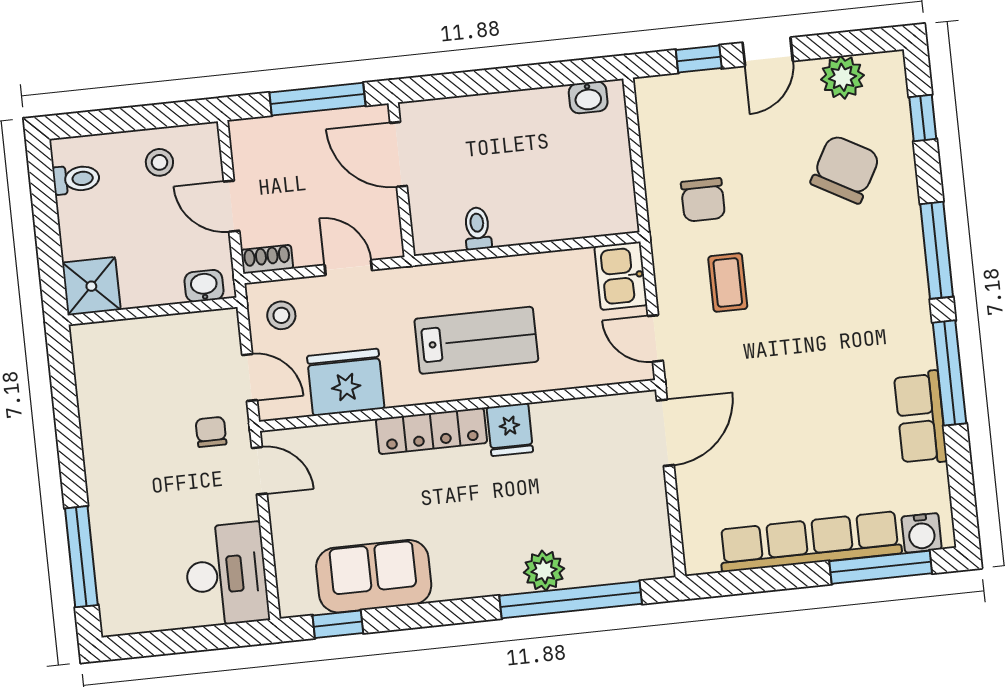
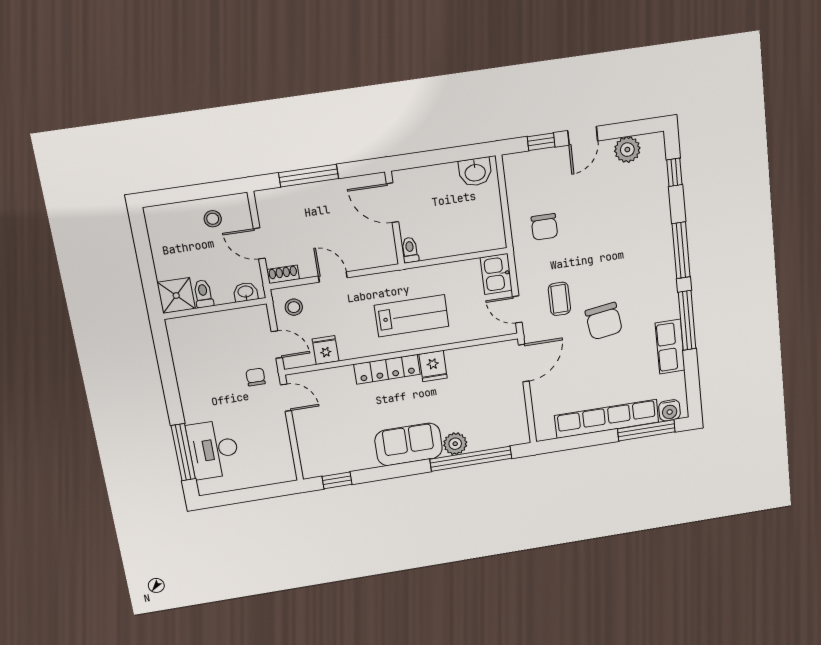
washbasin: (588, 97) -> (475, 172), width x1.38, depth x1.45
door: (399, 154) -> (393, 203), moved
chair: (845, 169) -> (604, 321), moved, turned 143
toilet: (76, 179) -> (203, 294), moved, turned -90
wall: (401, 180) -> (395, 218), moved
coffee table: (728, 283) -> (559, 299), moved
fridge: (346, 382) -> (325, 350), width x0.53, depth x0.75
desk: (226, 574) -> (213, 449), moved, turned 180
sofa: (374, 576) -> (409, 444), moved

